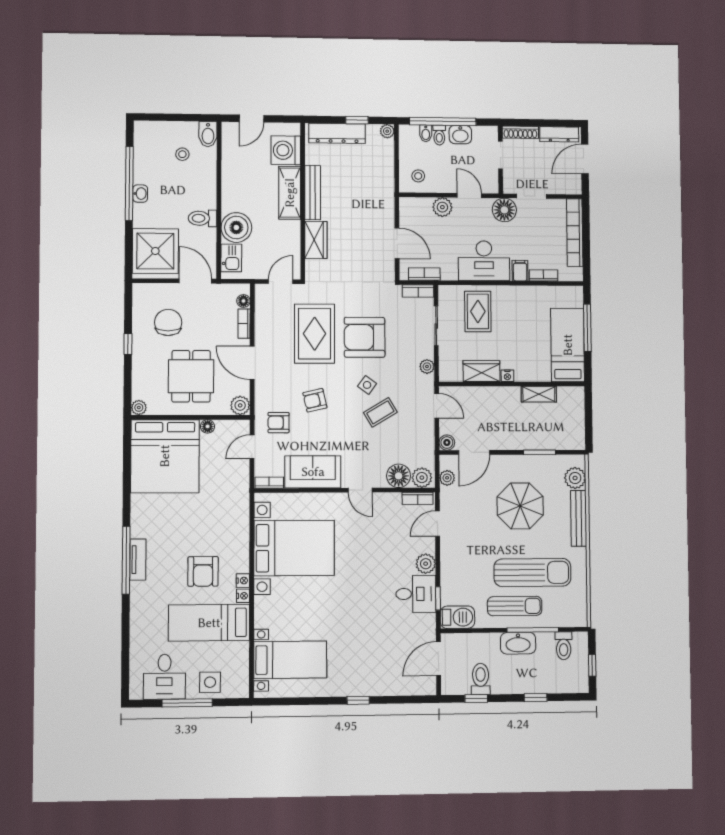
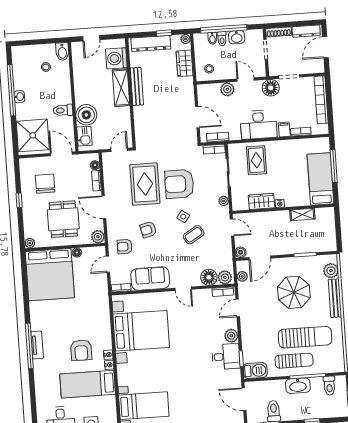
wardrobe: (316, 240) -> (185, 63), moved, turned 180
door: (438, 659) -> (244, 399), hinge flipped

